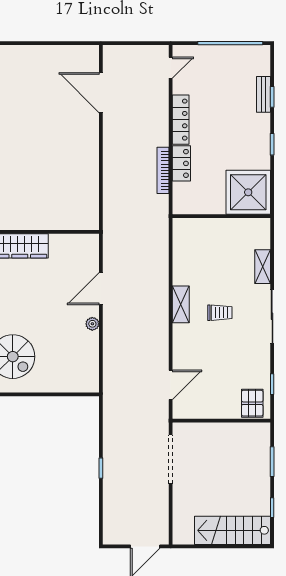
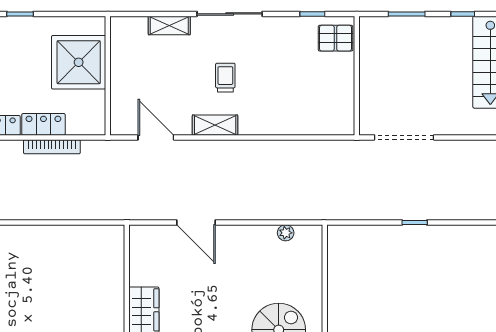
shower: (248, 192) -> (79, 62), moved
plant: (92, 324) -> (286, 233), moved
door: (171, 385) -> (156, 137), moved

